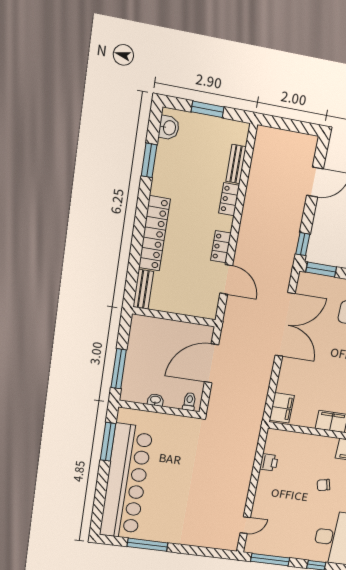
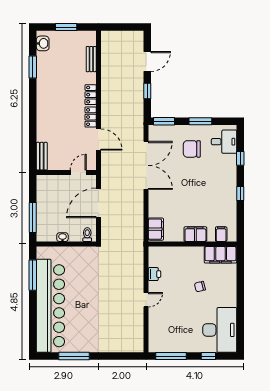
locker: (229, 199) -> (91, 95), moved
locker: (154, 234) -> (44, 116), removed
window: (303, 244) -> (147, 91), moved
door: (191, 319) -> (78, 172), added
door: (245, 525) -> (146, 300), moved

